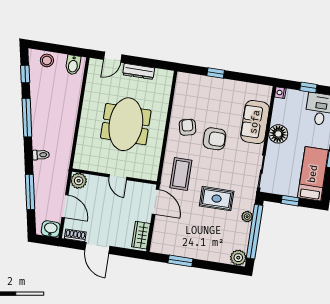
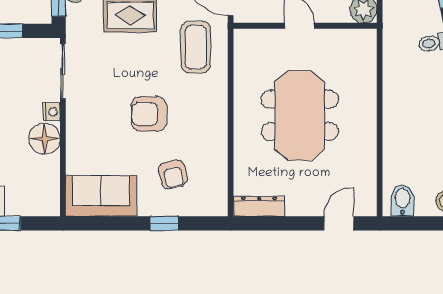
dresser: (139, 71) -> (259, 206), moved
nightstand: (280, 93) -> (52, 112), moved
sofa: (255, 122) -> (101, 196), moved, turned -90
armchair: (187, 127) -> (173, 174), moved

